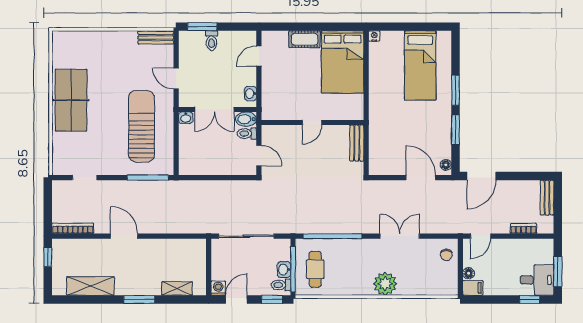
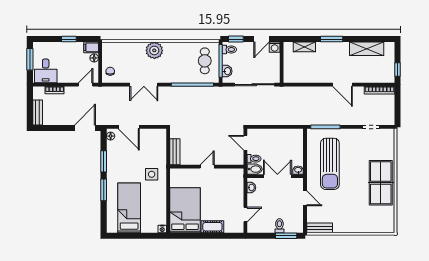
side table: (389, 112) -> (152, 174), added
washbasin: (284, 270) -> (227, 71), moved
desk: (537, 280) -> (46, 71), moved, turned -90
window: (530, 299) -> (69, 39), moved

